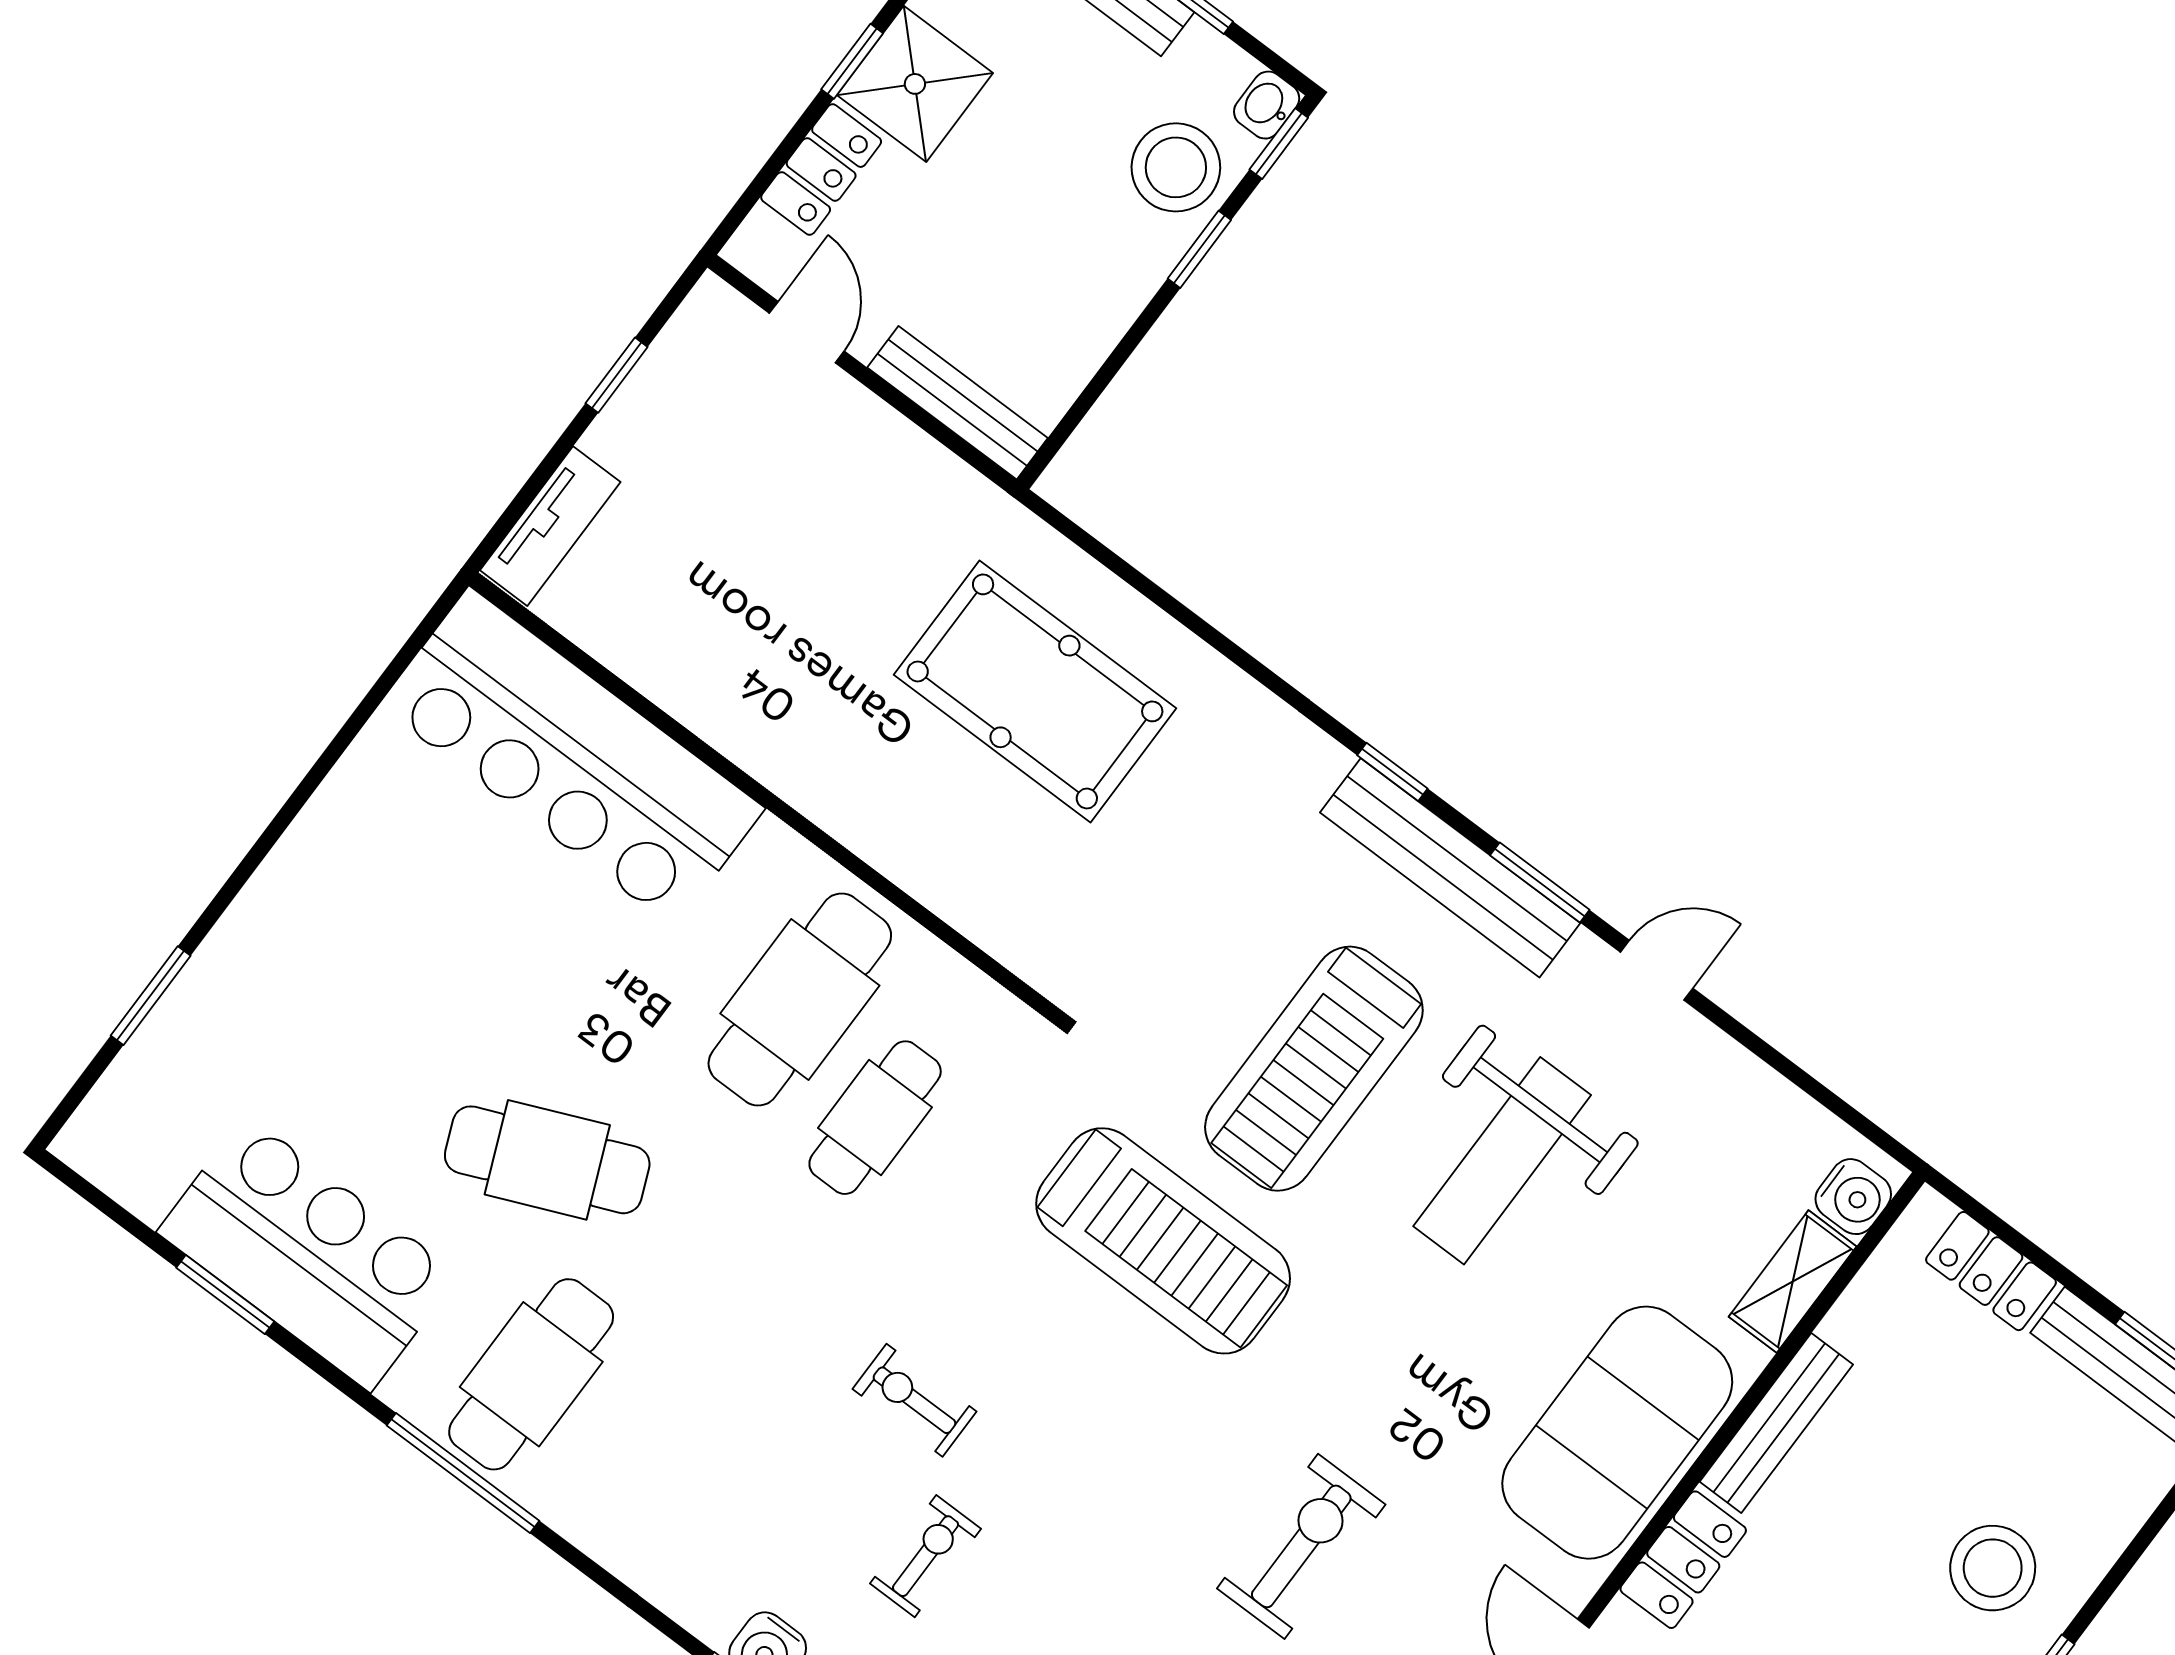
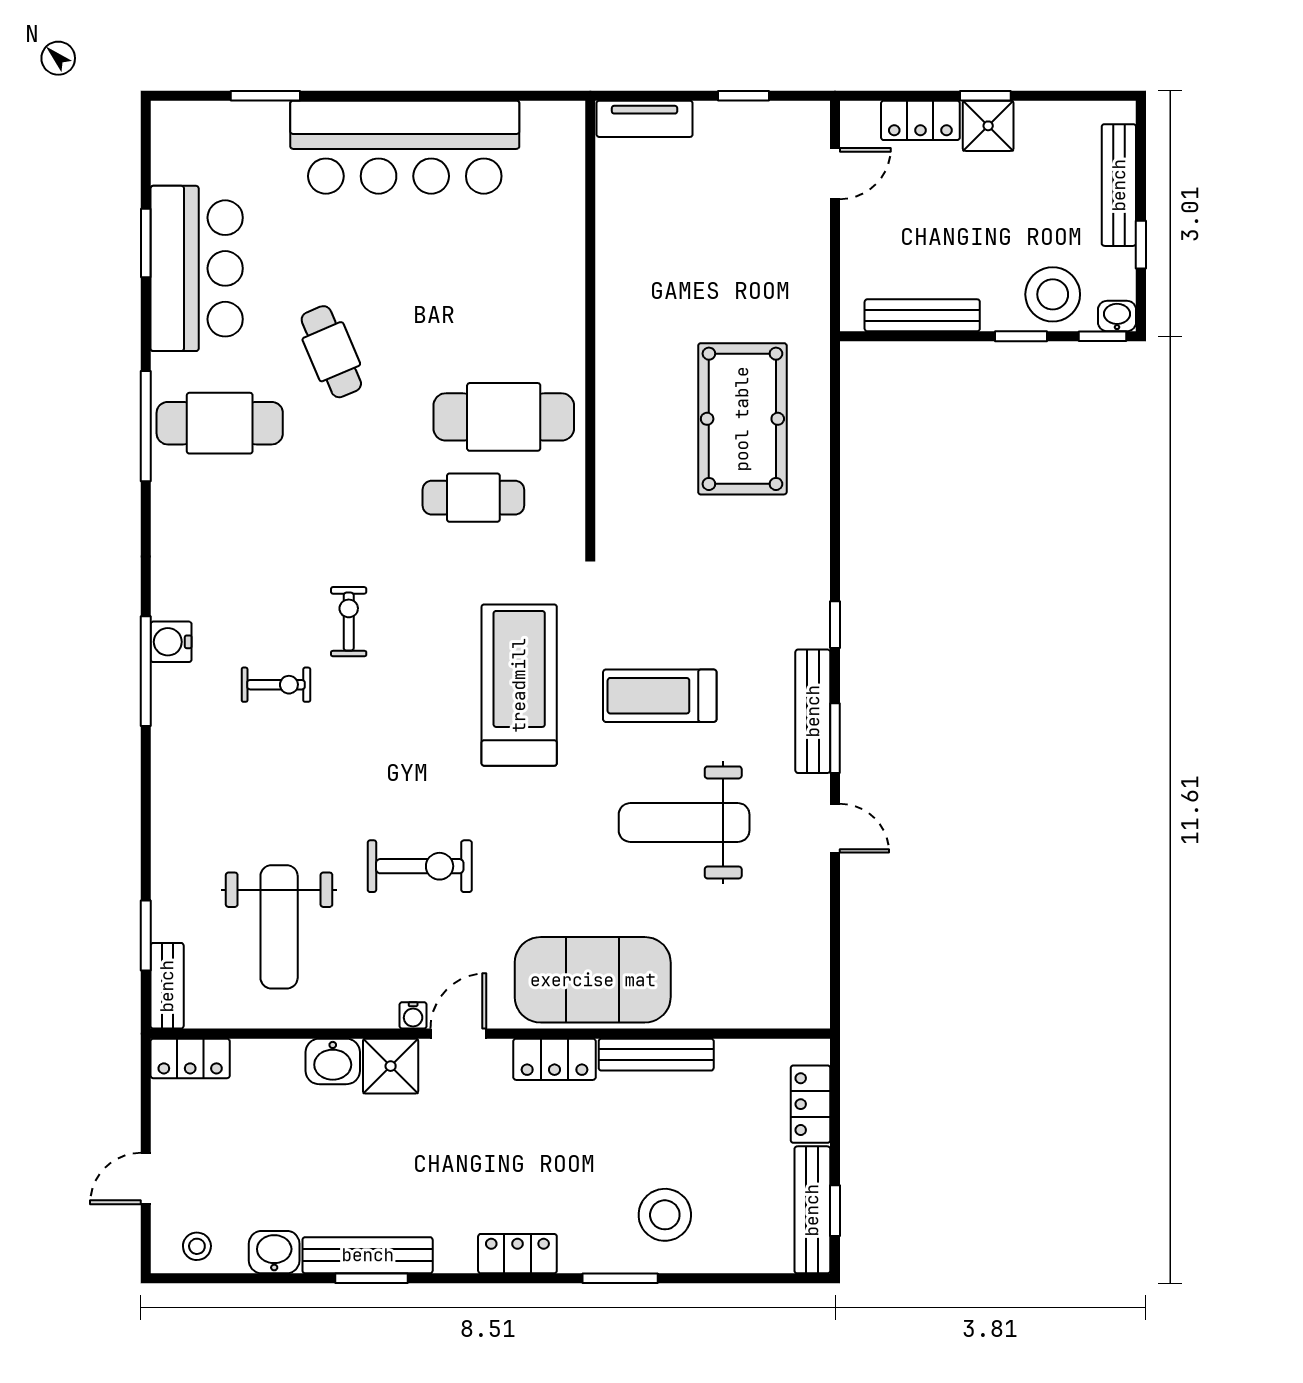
shower: (915, 84) -> (988, 126), width x0.73, depth x0.73
bench: (958, 403) -> (922, 315), moved, turned 90
bar counter: (572, 757) -> (405, 147), moved, turned -90
bench: (1450, 868) -> (813, 711), width x0.73, depth x0.82
treadmill: (1314, 1069) -> (660, 696), width x0.73, depth x0.73
cafe table: (547, 1160) -> (331, 352), width x0.73, depth x0.74
water cooler: (1853, 1197) -> (796, 1009), removed
treadmill: (1163, 1241) -> (519, 685), turned 180
shelving: (1793, 1282) -> (732, 1010), removed

